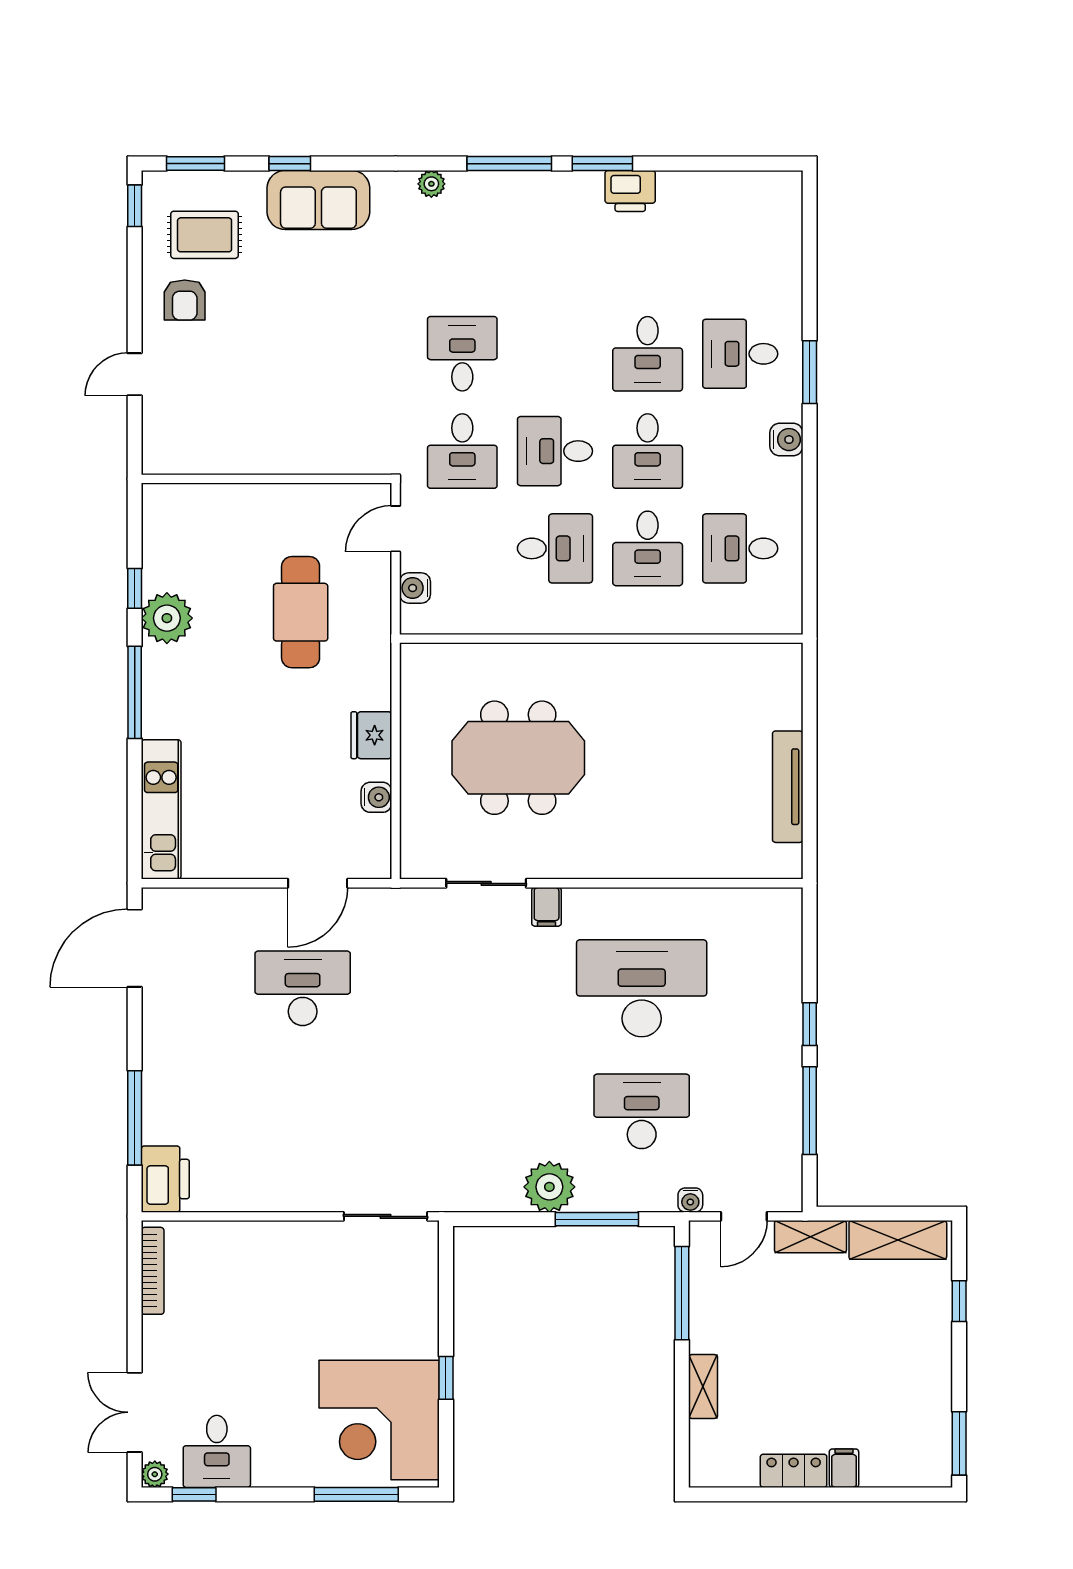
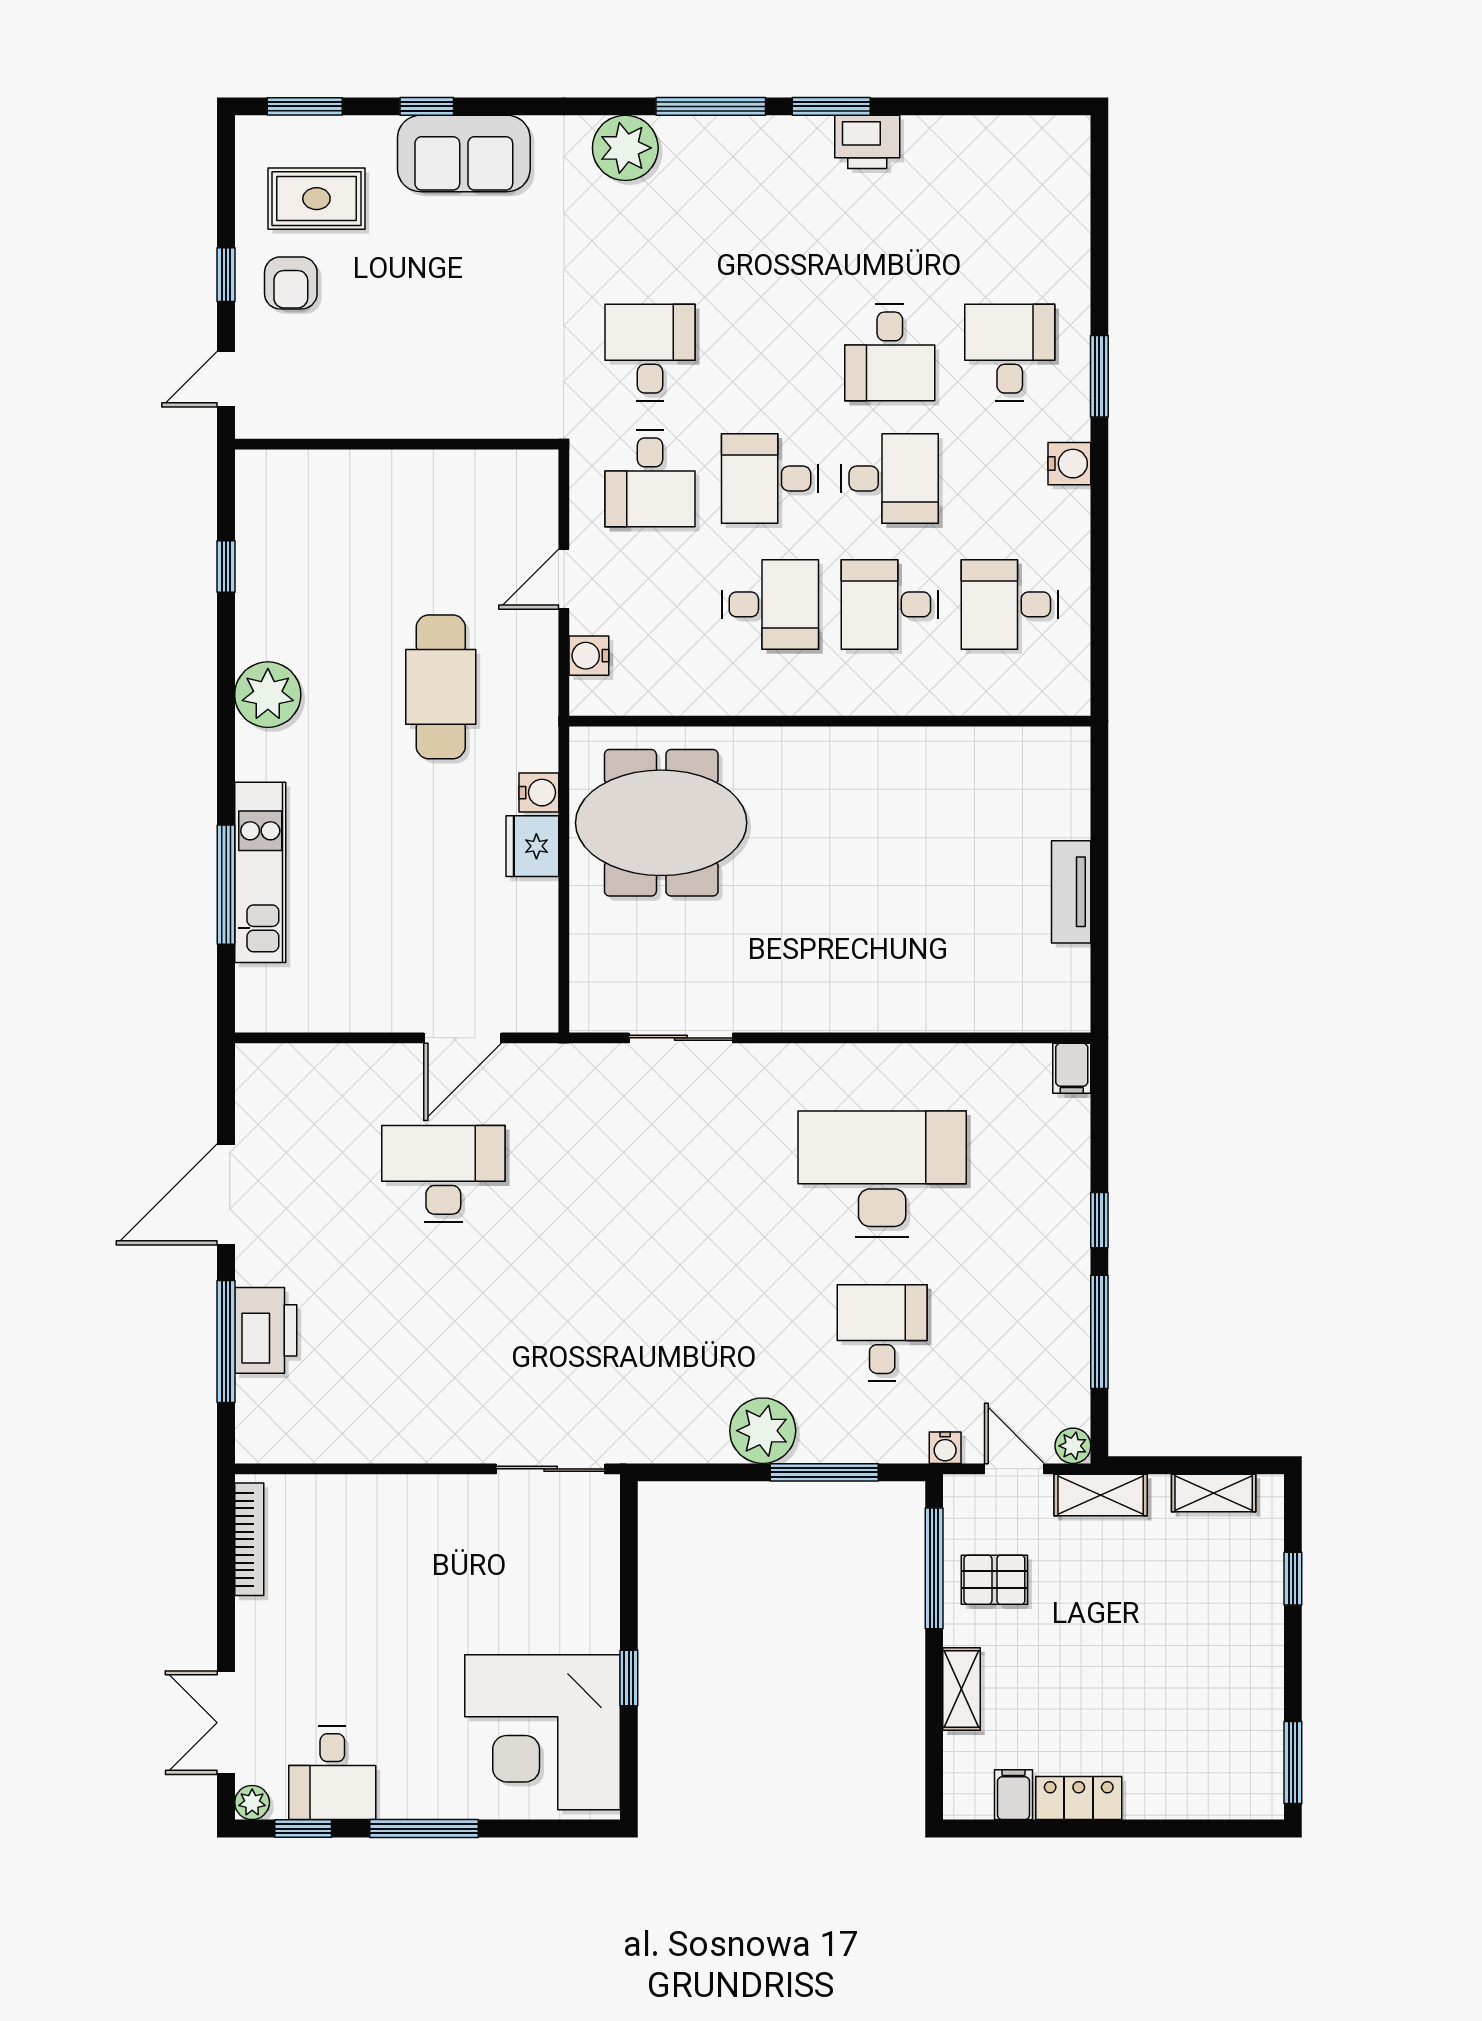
plant: (431, 184) -> (625, 148), width x1.88, depth x1.88
window: (135, 206) -> (226, 275), moved
desk: (740, 354) -> (1010, 353), turned 90
desk: (648, 451) -> (890, 478), turned -90
wall: (267, 479) -> (397, 444), moved
desk: (648, 548) -> (890, 604), turned 90
window: (135, 588) -> (226, 566), moved
window: (135, 692) -> (226, 885), moved
meeting table: (518, 758) -> (661, 823), moved
tv unit: (788, 787) -> (1071, 892), width x0.71
water cooler: (376, 797) -> (539, 793), moved
kitchen unit: (161, 809) -> (260, 872), moved
filing cabinet: (547, 907) -> (1072, 1068), moved
door: (135, 948) -> (226, 1194), moved
desk: (642, 1111) -> (882, 1333), width x0.73
printer: (165, 1179) -> (266, 1330), moved
plant: (789, 1199) -> (1073, 1446), added
door: (744, 1216) -> (1014, 1469), swing flipped
shelving: (898, 1240) -> (1214, 1493), width x0.67, depth x0.75
pallet: (728, 1302) -> (994, 1580), added
filing cabinet: (844, 1468) -> (1013, 1795), moved
window: (356, 1494) -> (424, 1829), moved

